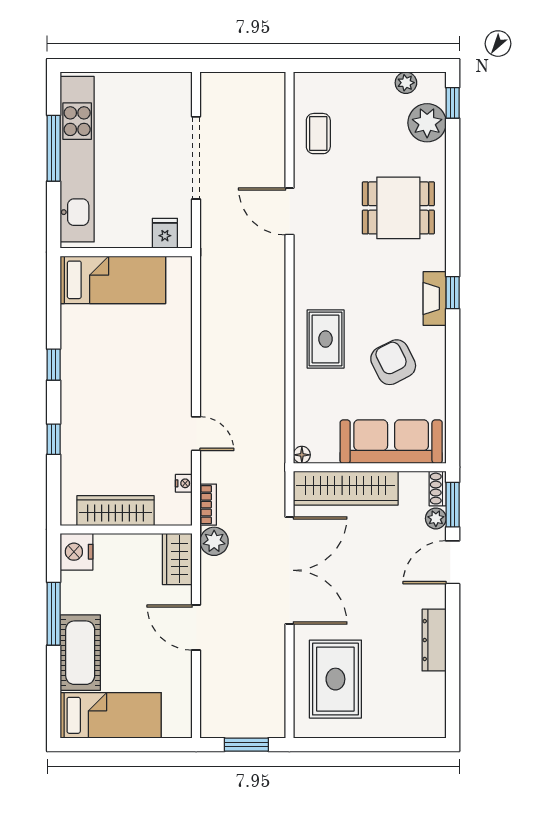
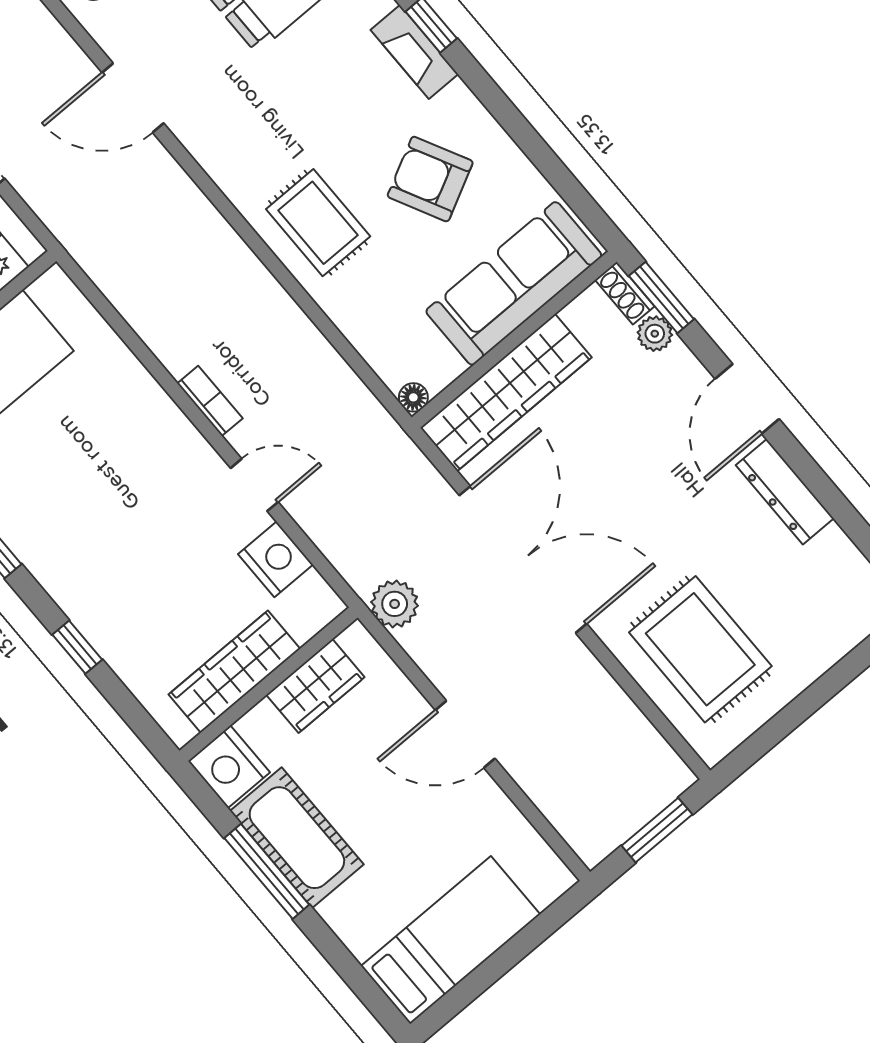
nightstand: (184, 483) -> (275, 559), width x1.89, depth x1.79
bookcase: (208, 505) -> (210, 401), moved
wardrobe: (177, 559) -> (315, 686), moved, turned -90
door: (453, 562) -> (747, 399), moved
cot: (80, 653) -> (297, 838), moved

